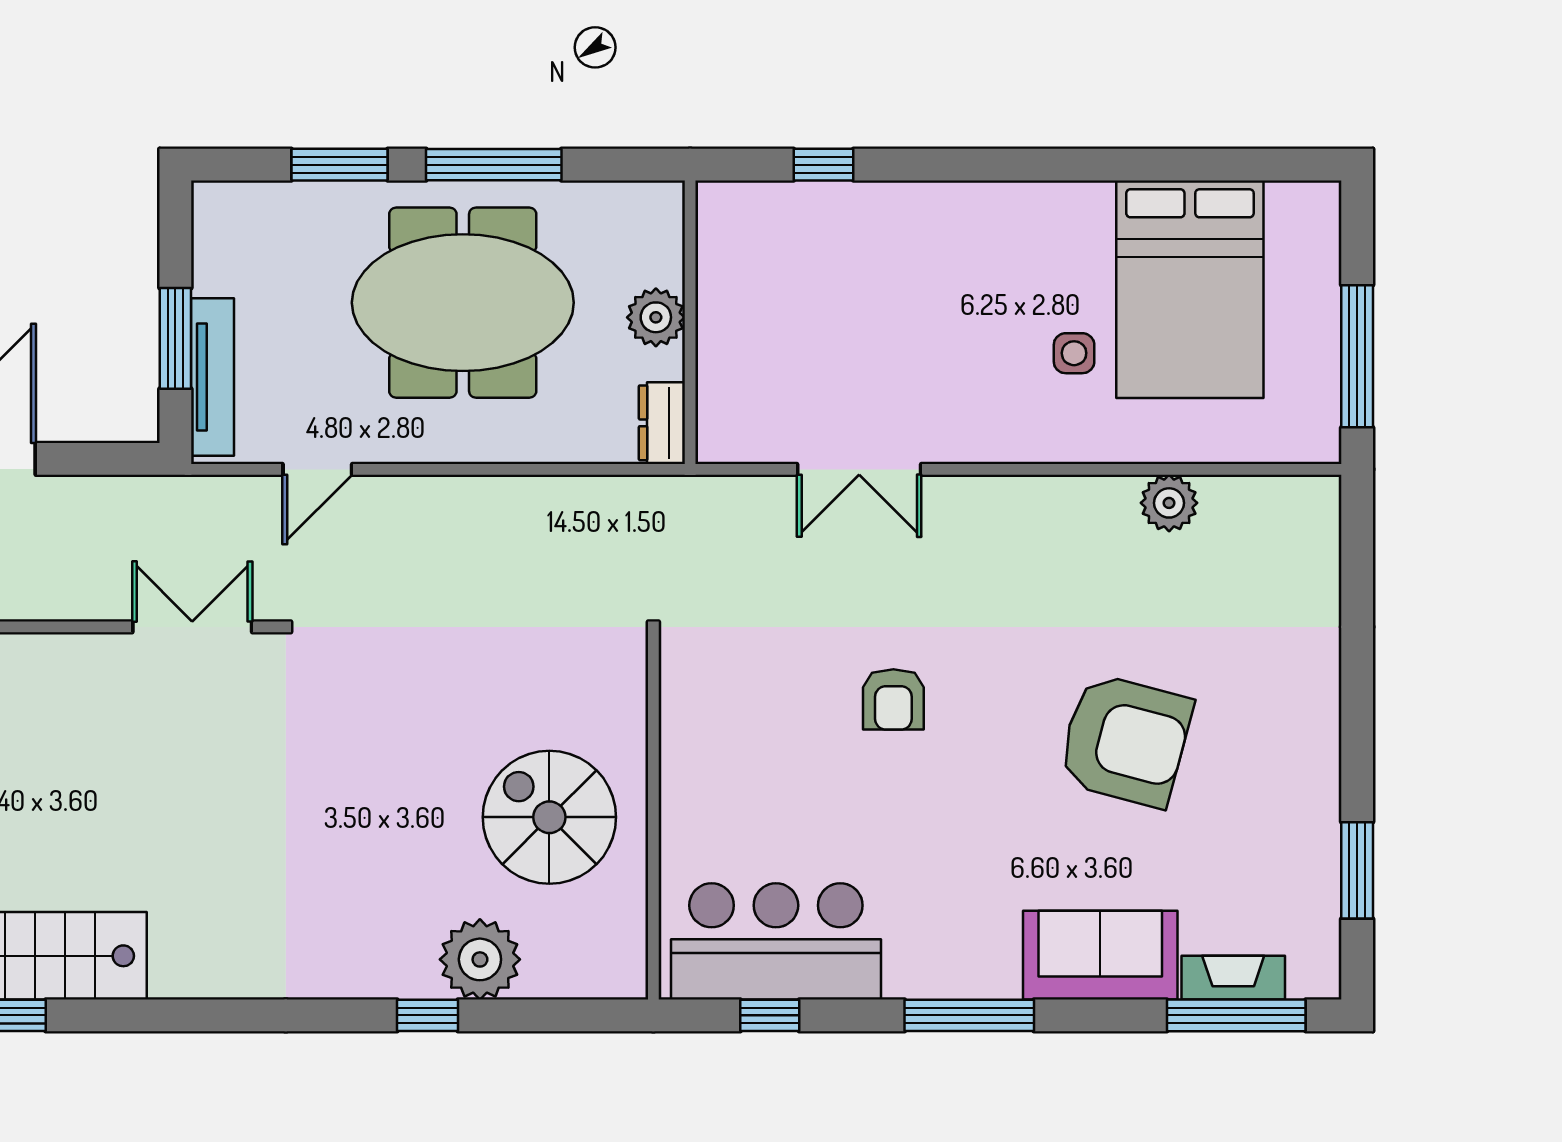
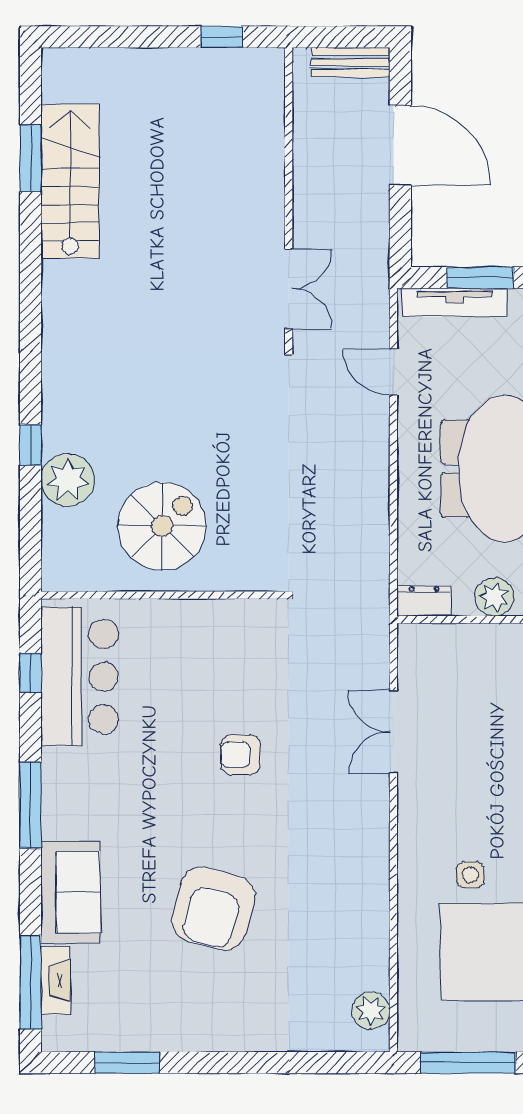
plant: (1169, 503) -> (371, 1011), moved

